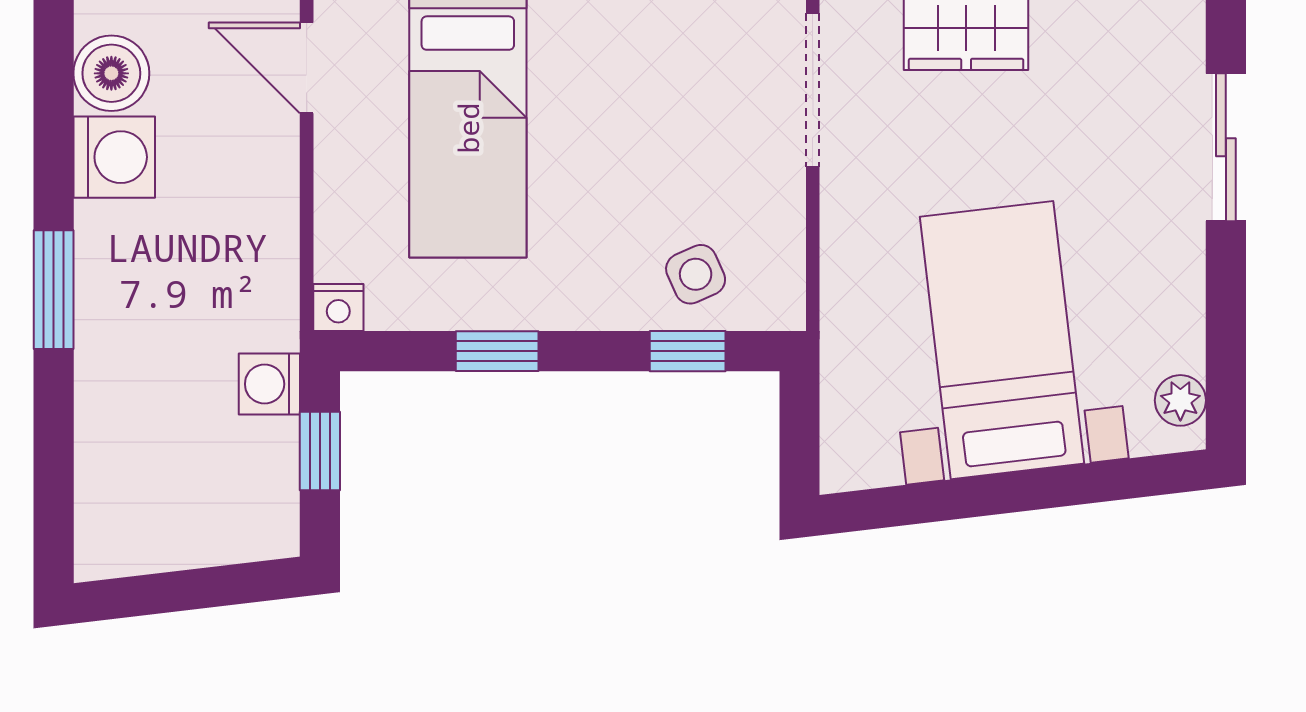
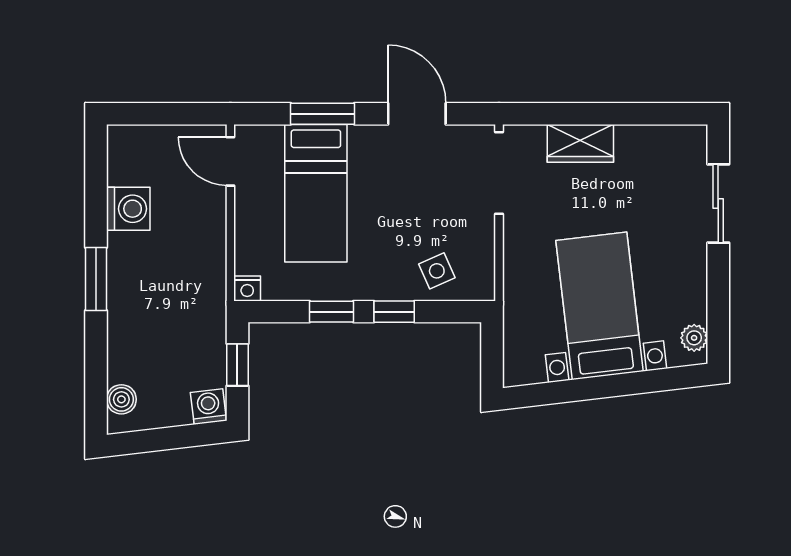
boiler: (111, 73) -> (121, 399), moved, width x0.73, depth x0.73
window: (688, 351) -> (394, 312), moved
washing machine: (269, 384) -> (208, 407), moved, turned 83

